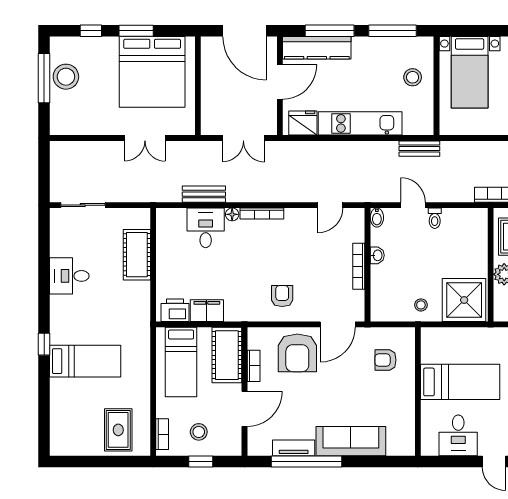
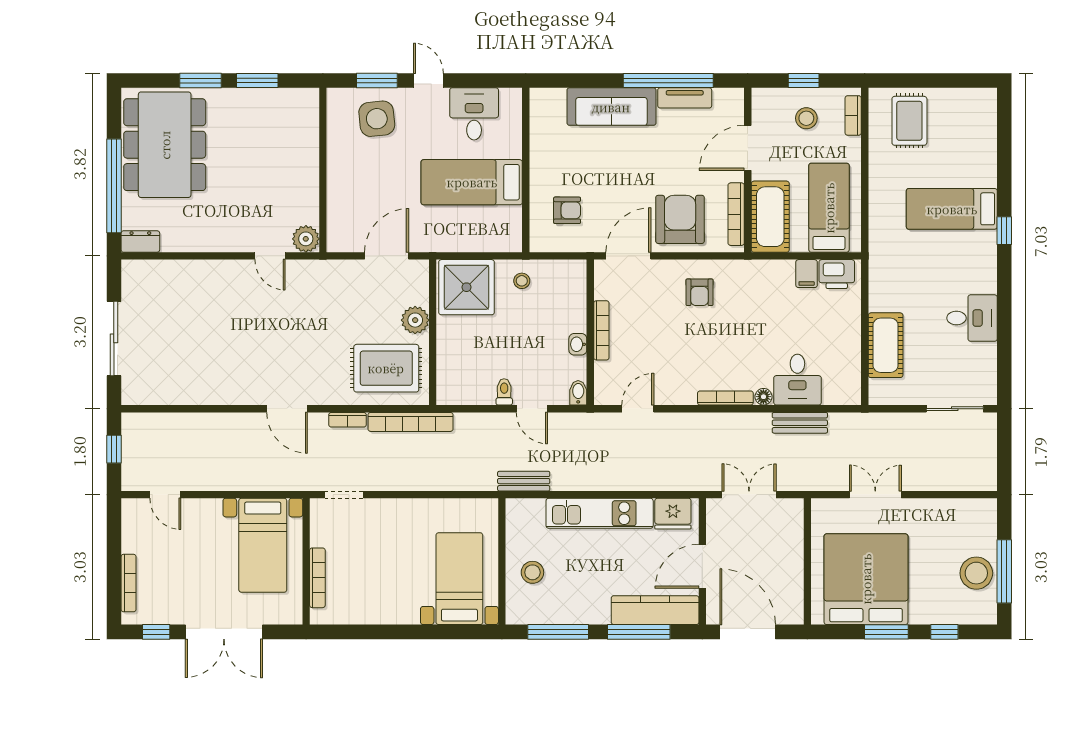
filing cabinet: (207, 311) -> (807, 274), width x0.50
bookcase: (254, 366) -> (736, 214), width x1.56

